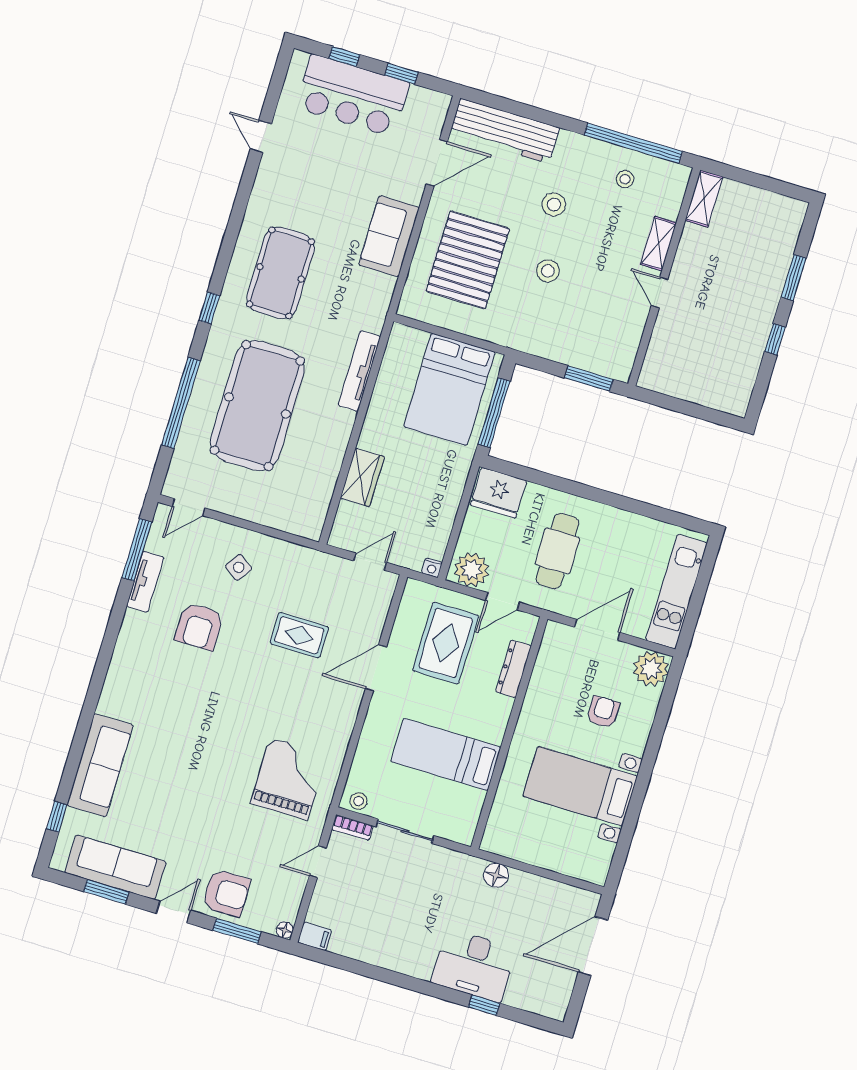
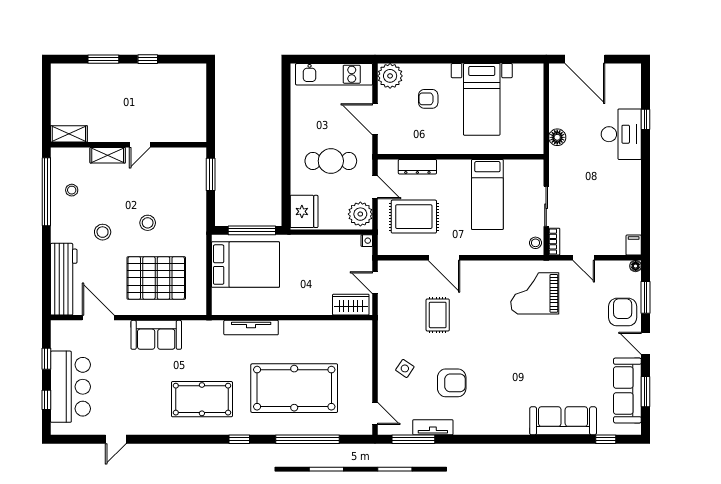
wardrobe: (362, 477) -> (351, 305), moved

